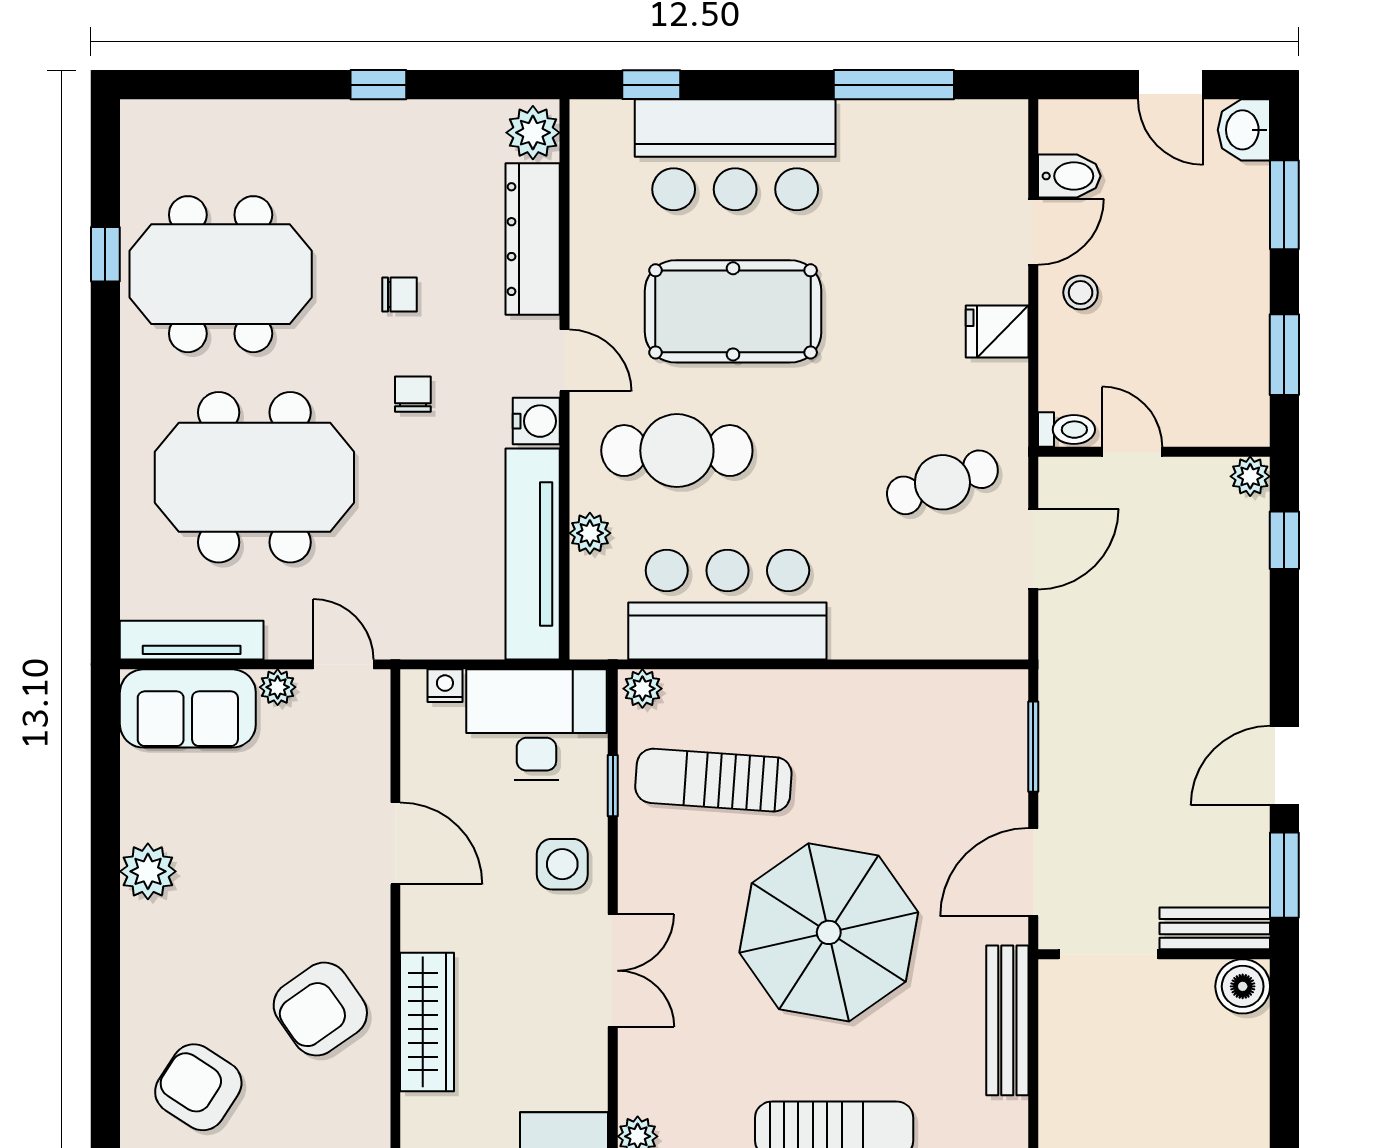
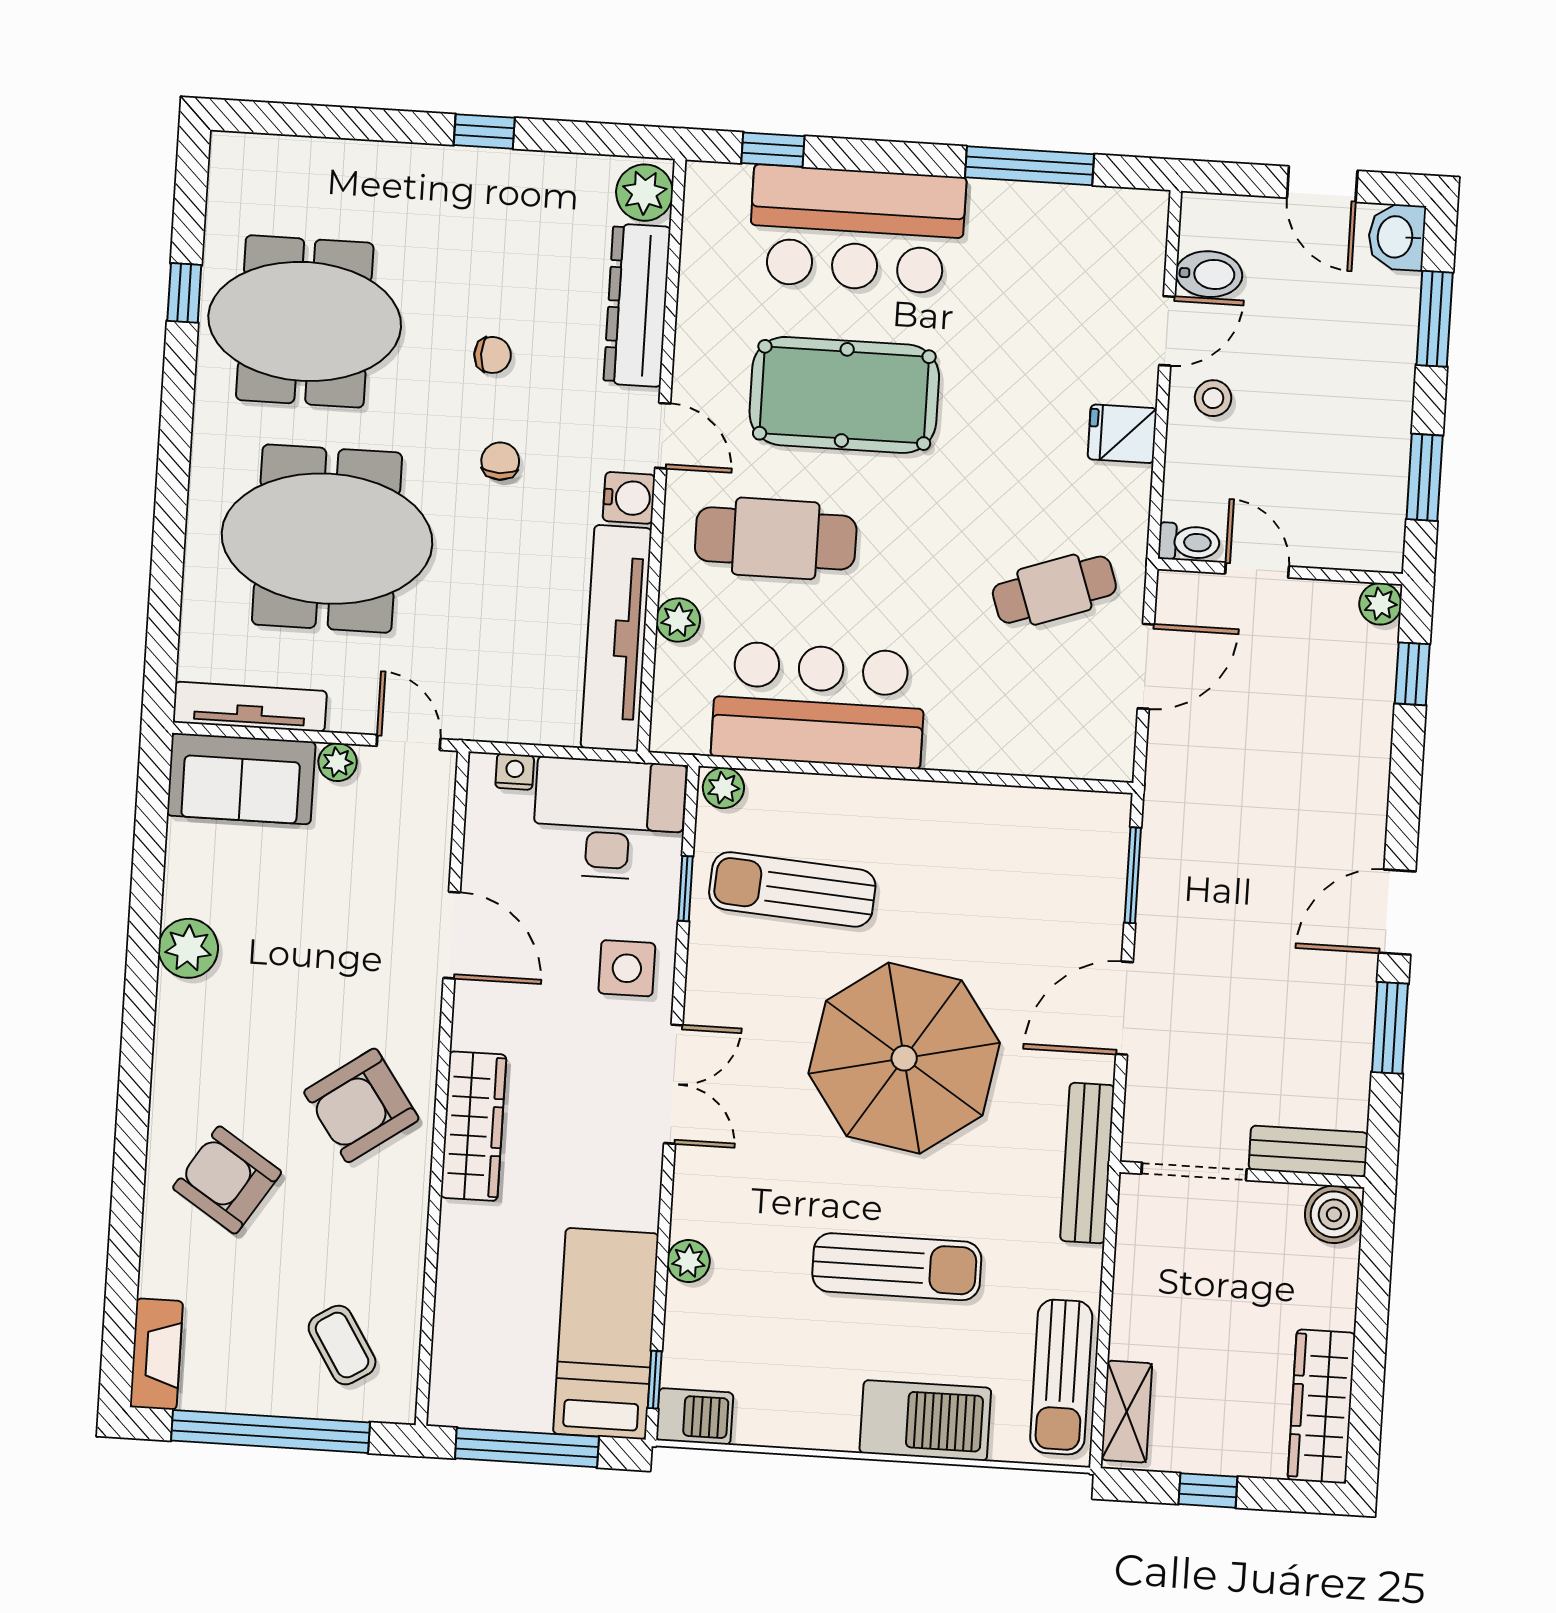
bench: (1215, 928) -> (1308, 1151), moved
doorway: (1109, 954) -> (1194, 1171), moved
wall: (1154, 954) -> (1242, 1175), moved
boiler: (1243, 986) -> (1334, 1214), moved

